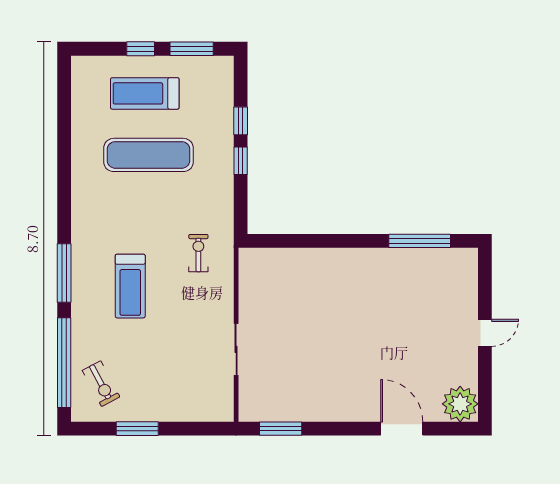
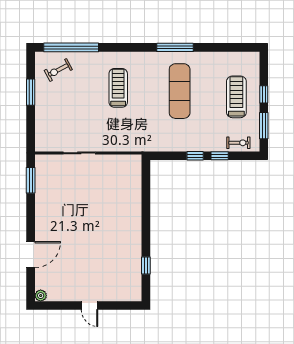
exercise mat: (148, 155) -> (180, 91), moved
window: (420, 241) -> (146, 266), width x0.46
exercise bike: (198, 253) -> (238, 143), moved
window: (64, 273) -> (175, 47), moved
treadmill: (130, 286) -> (118, 88), turned 90
plant: (460, 404) -> (41, 296), width x0.53, depth x0.53

